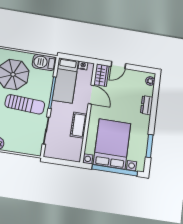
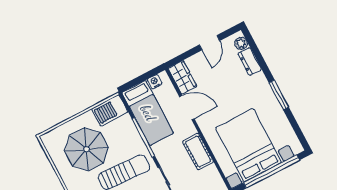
door: (118, 65) -> (210, 43), moved
dresser: (147, 105) -> (250, 61), moved
window: (149, 146) -> (279, 95), moved

